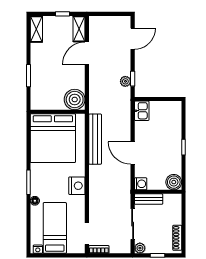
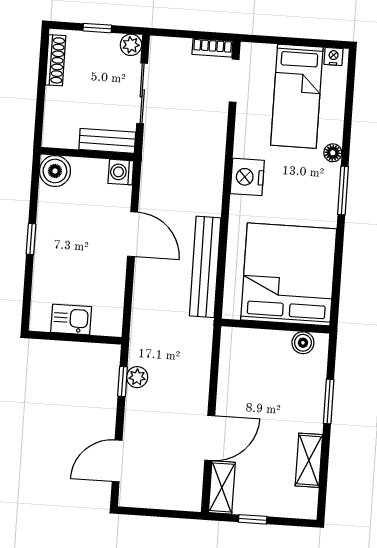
shelving: (36, 29) -> (309, 460), moved
boiler: (75, 99) -> (303, 343), moved, width x0.54, depth x0.54
kitchen sink: (142, 111) -> (71, 319), moved, turned 90

